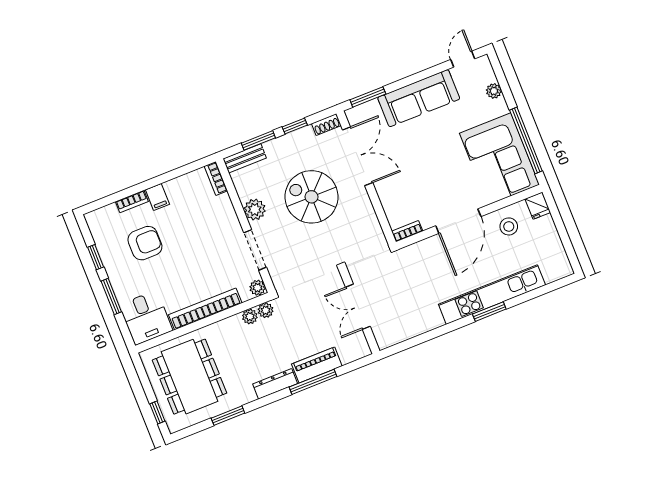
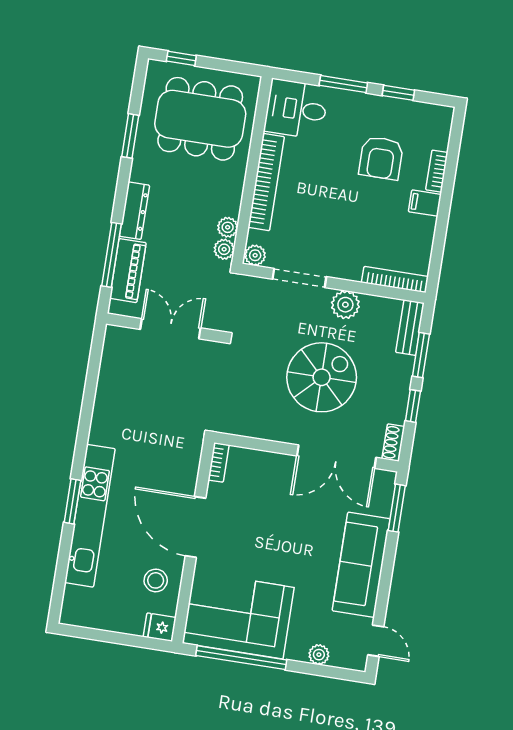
bookcase: (216, 179) -> (395, 280), width x1.56
double door: (358, 307) -> (170, 329), moved
wall: (360, 312) -> (164, 328), moved

